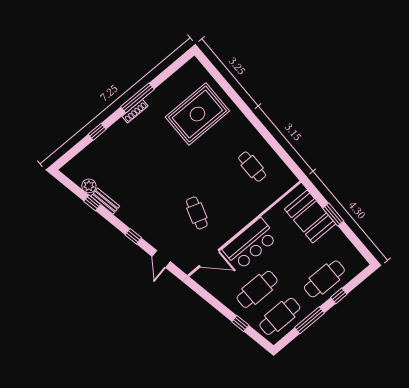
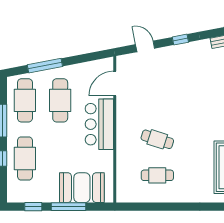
cafe table: (197, 213) -> (157, 139), moved
window: (333, 215) -> (69, 207), width x1.44
window: (356, 242) -> (33, 207), added
window: (240, 324) -> (45, 66), width x2.17

